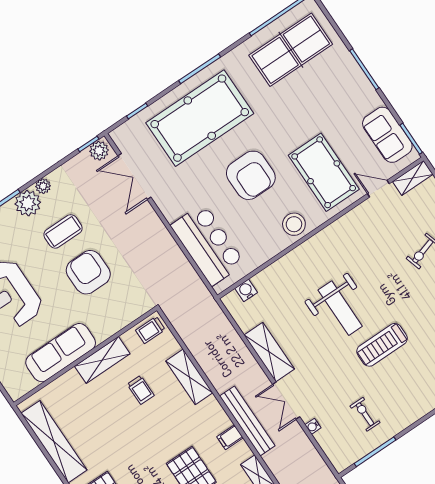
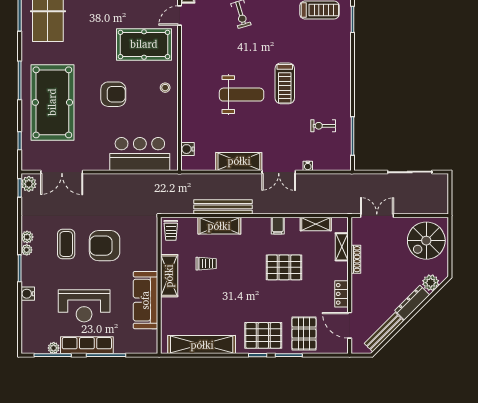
armchair: (251, 175) -> (113, 94), width x0.73, depth x0.73
plant: (28, 203) -> (27, 250), width x0.53, depth x0.53
stool: (294, 224) -> (165, 88), width x0.53, depth x0.53
bench: (247, 421) -> (223, 207), moved

